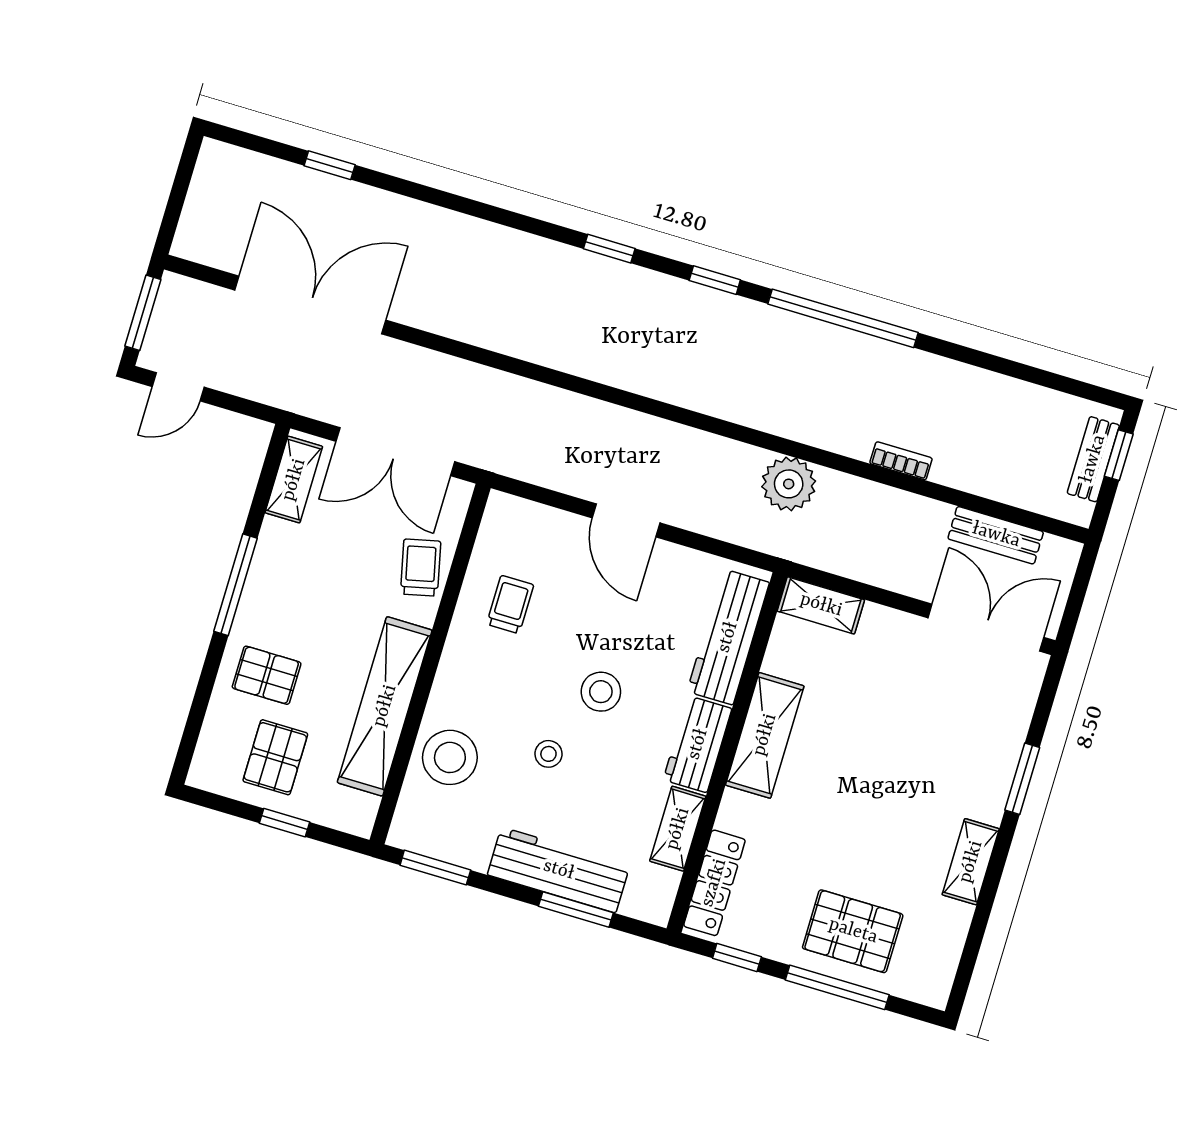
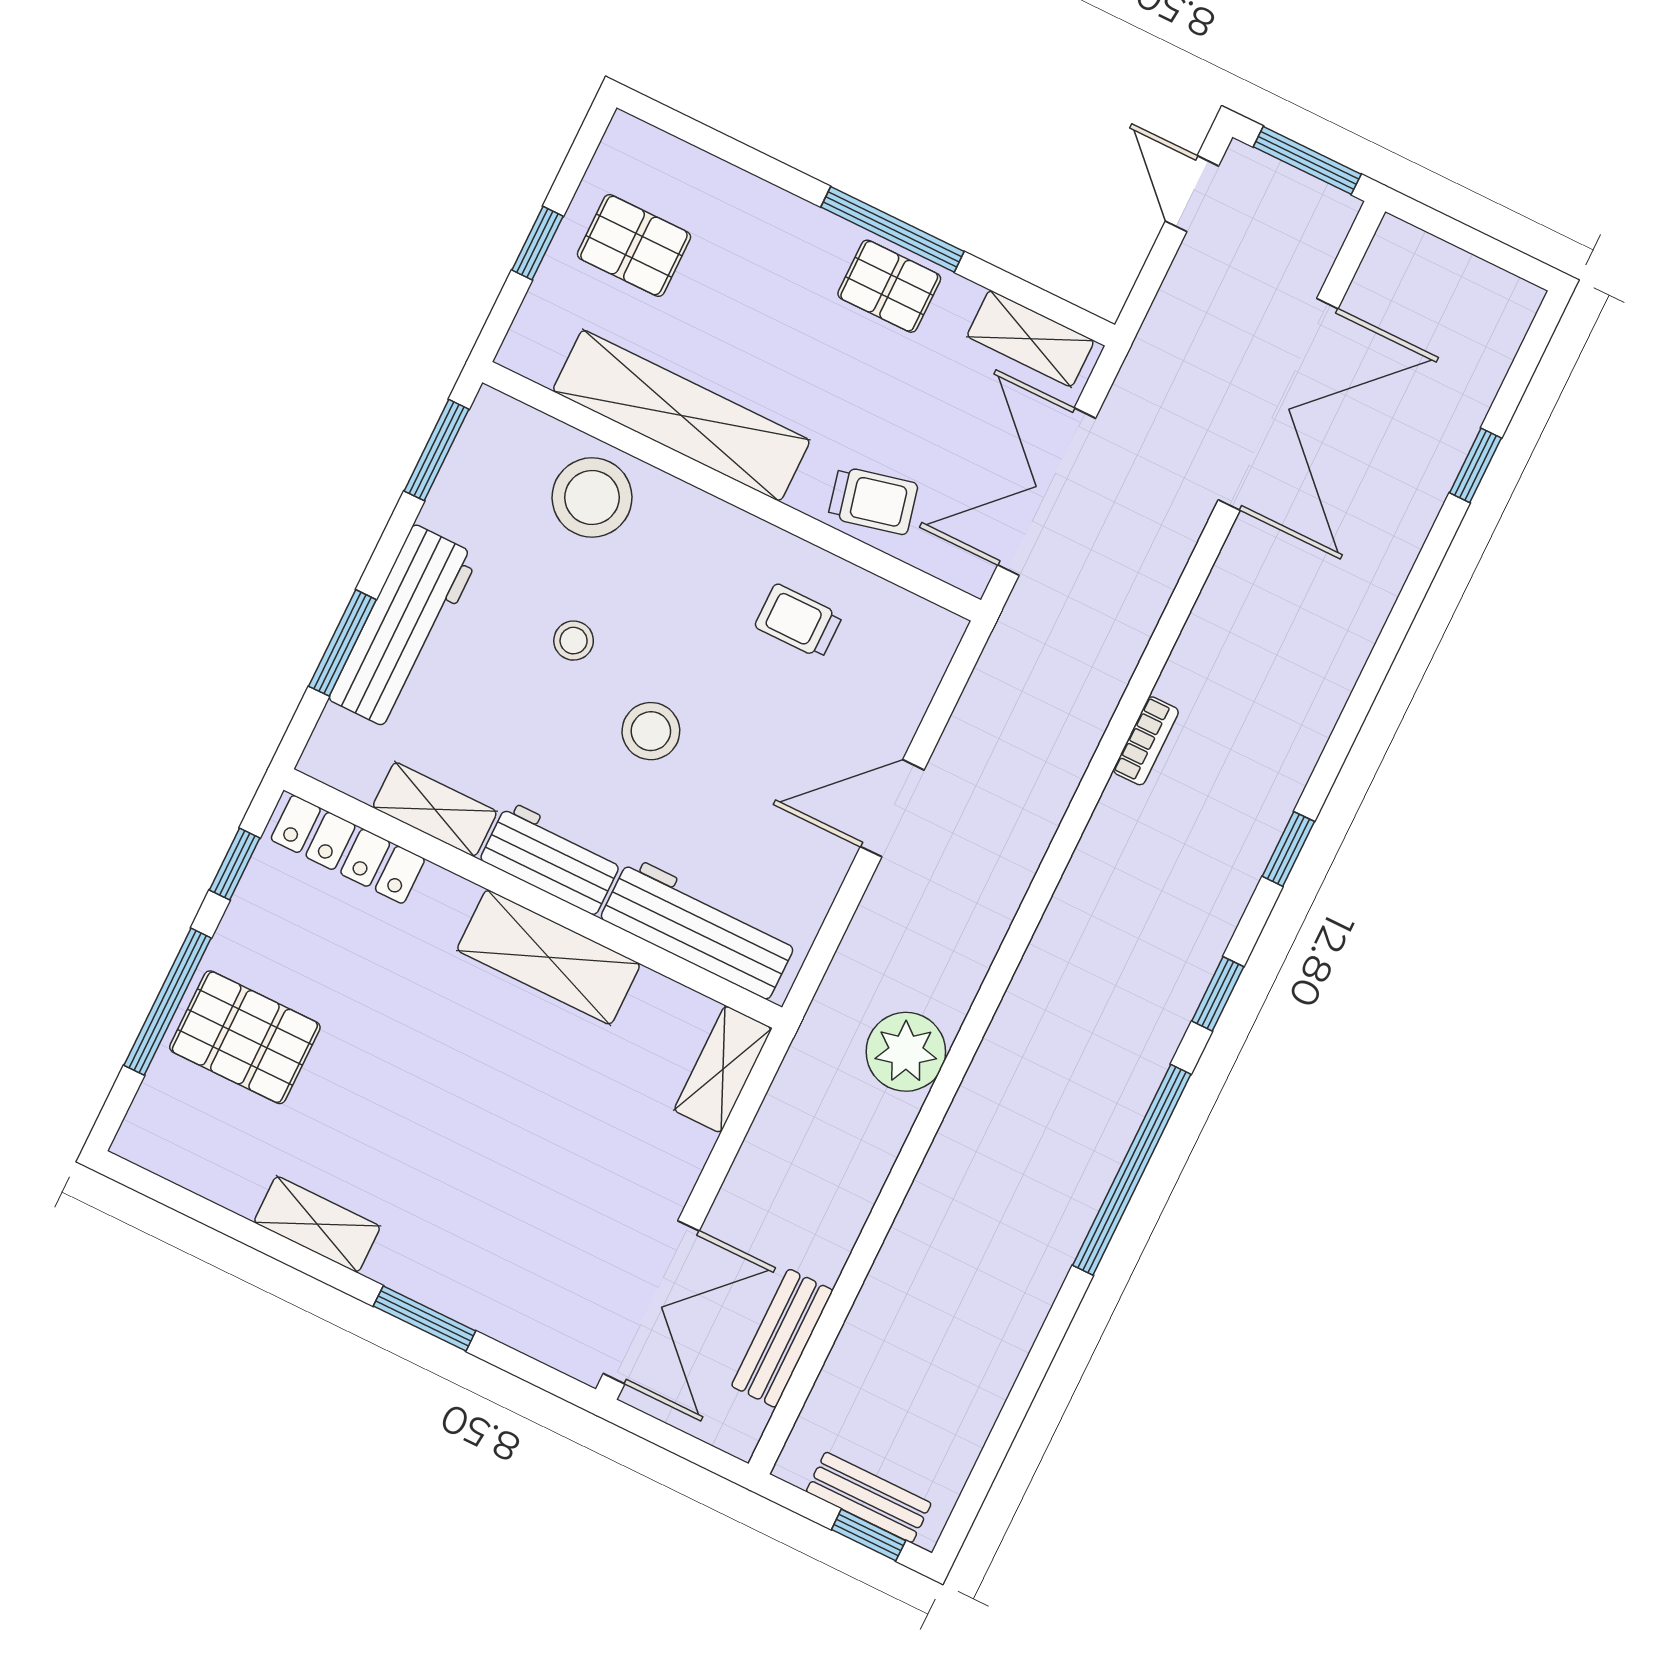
bookcase: (901, 461) -> (1146, 741), moved
trolley: (510, 604) -> (798, 621), turned 180
pallet: (267, 675) -> (889, 286), moved, turned 90
pallet: (853, 931) -> (245, 1037), turned 90

